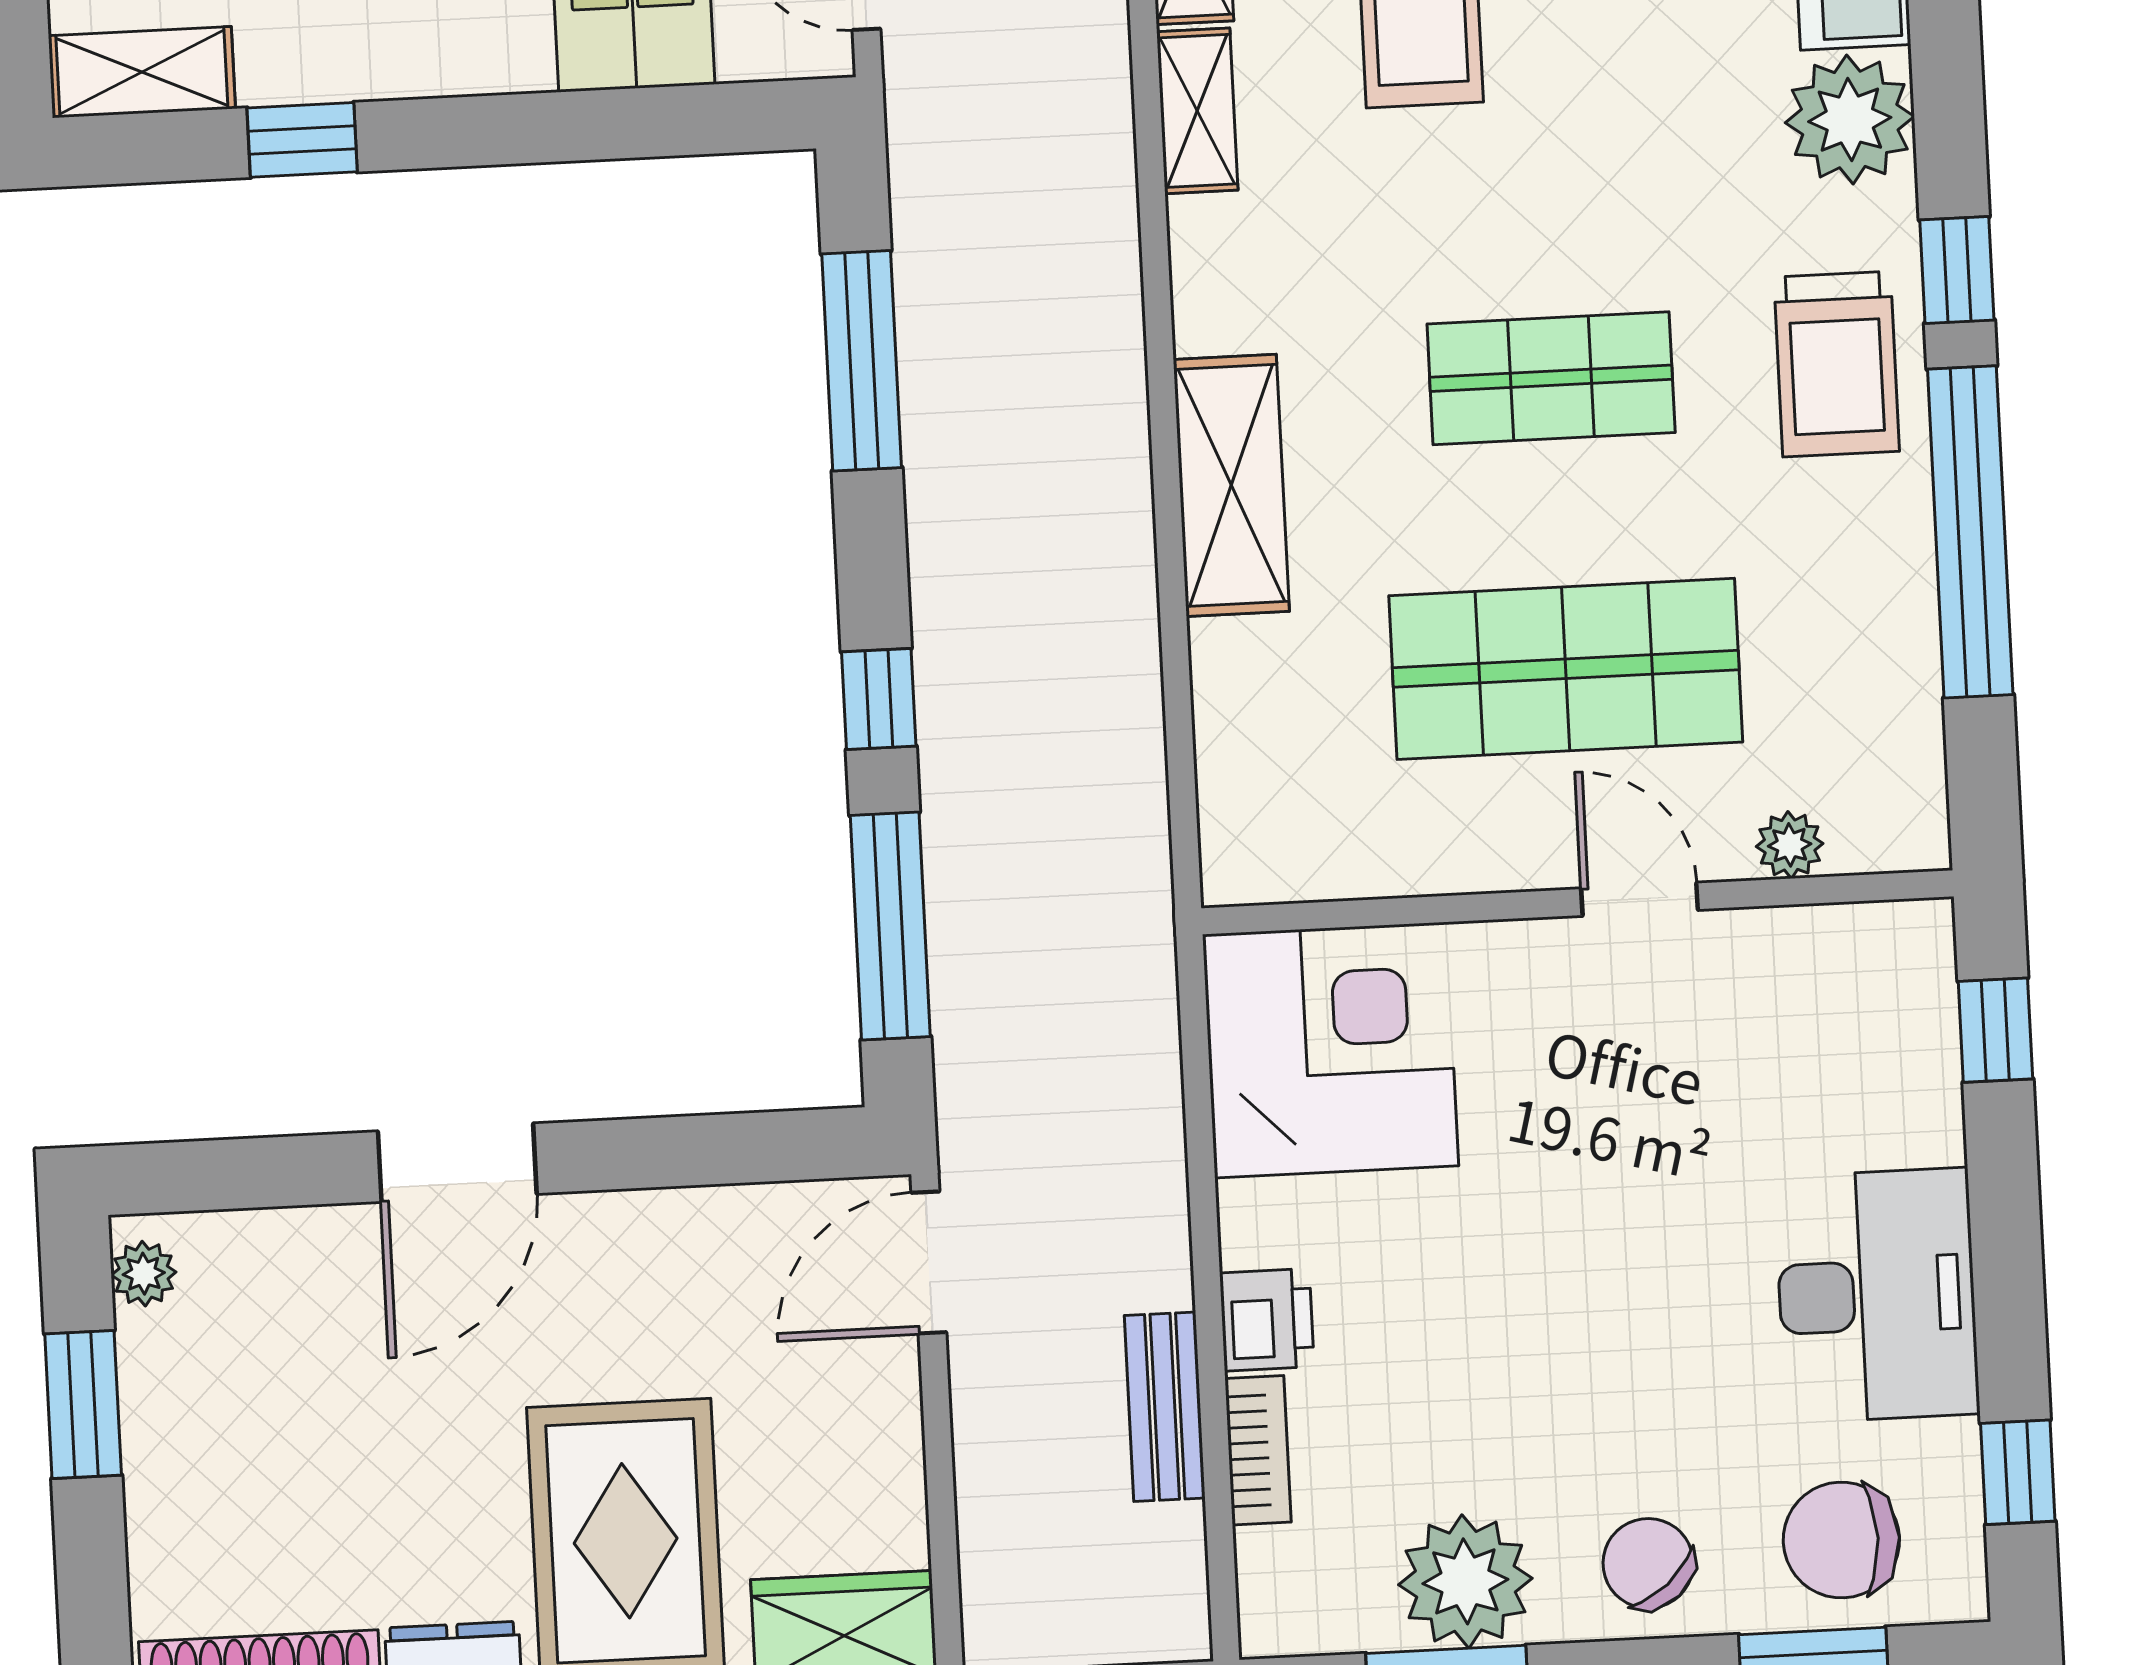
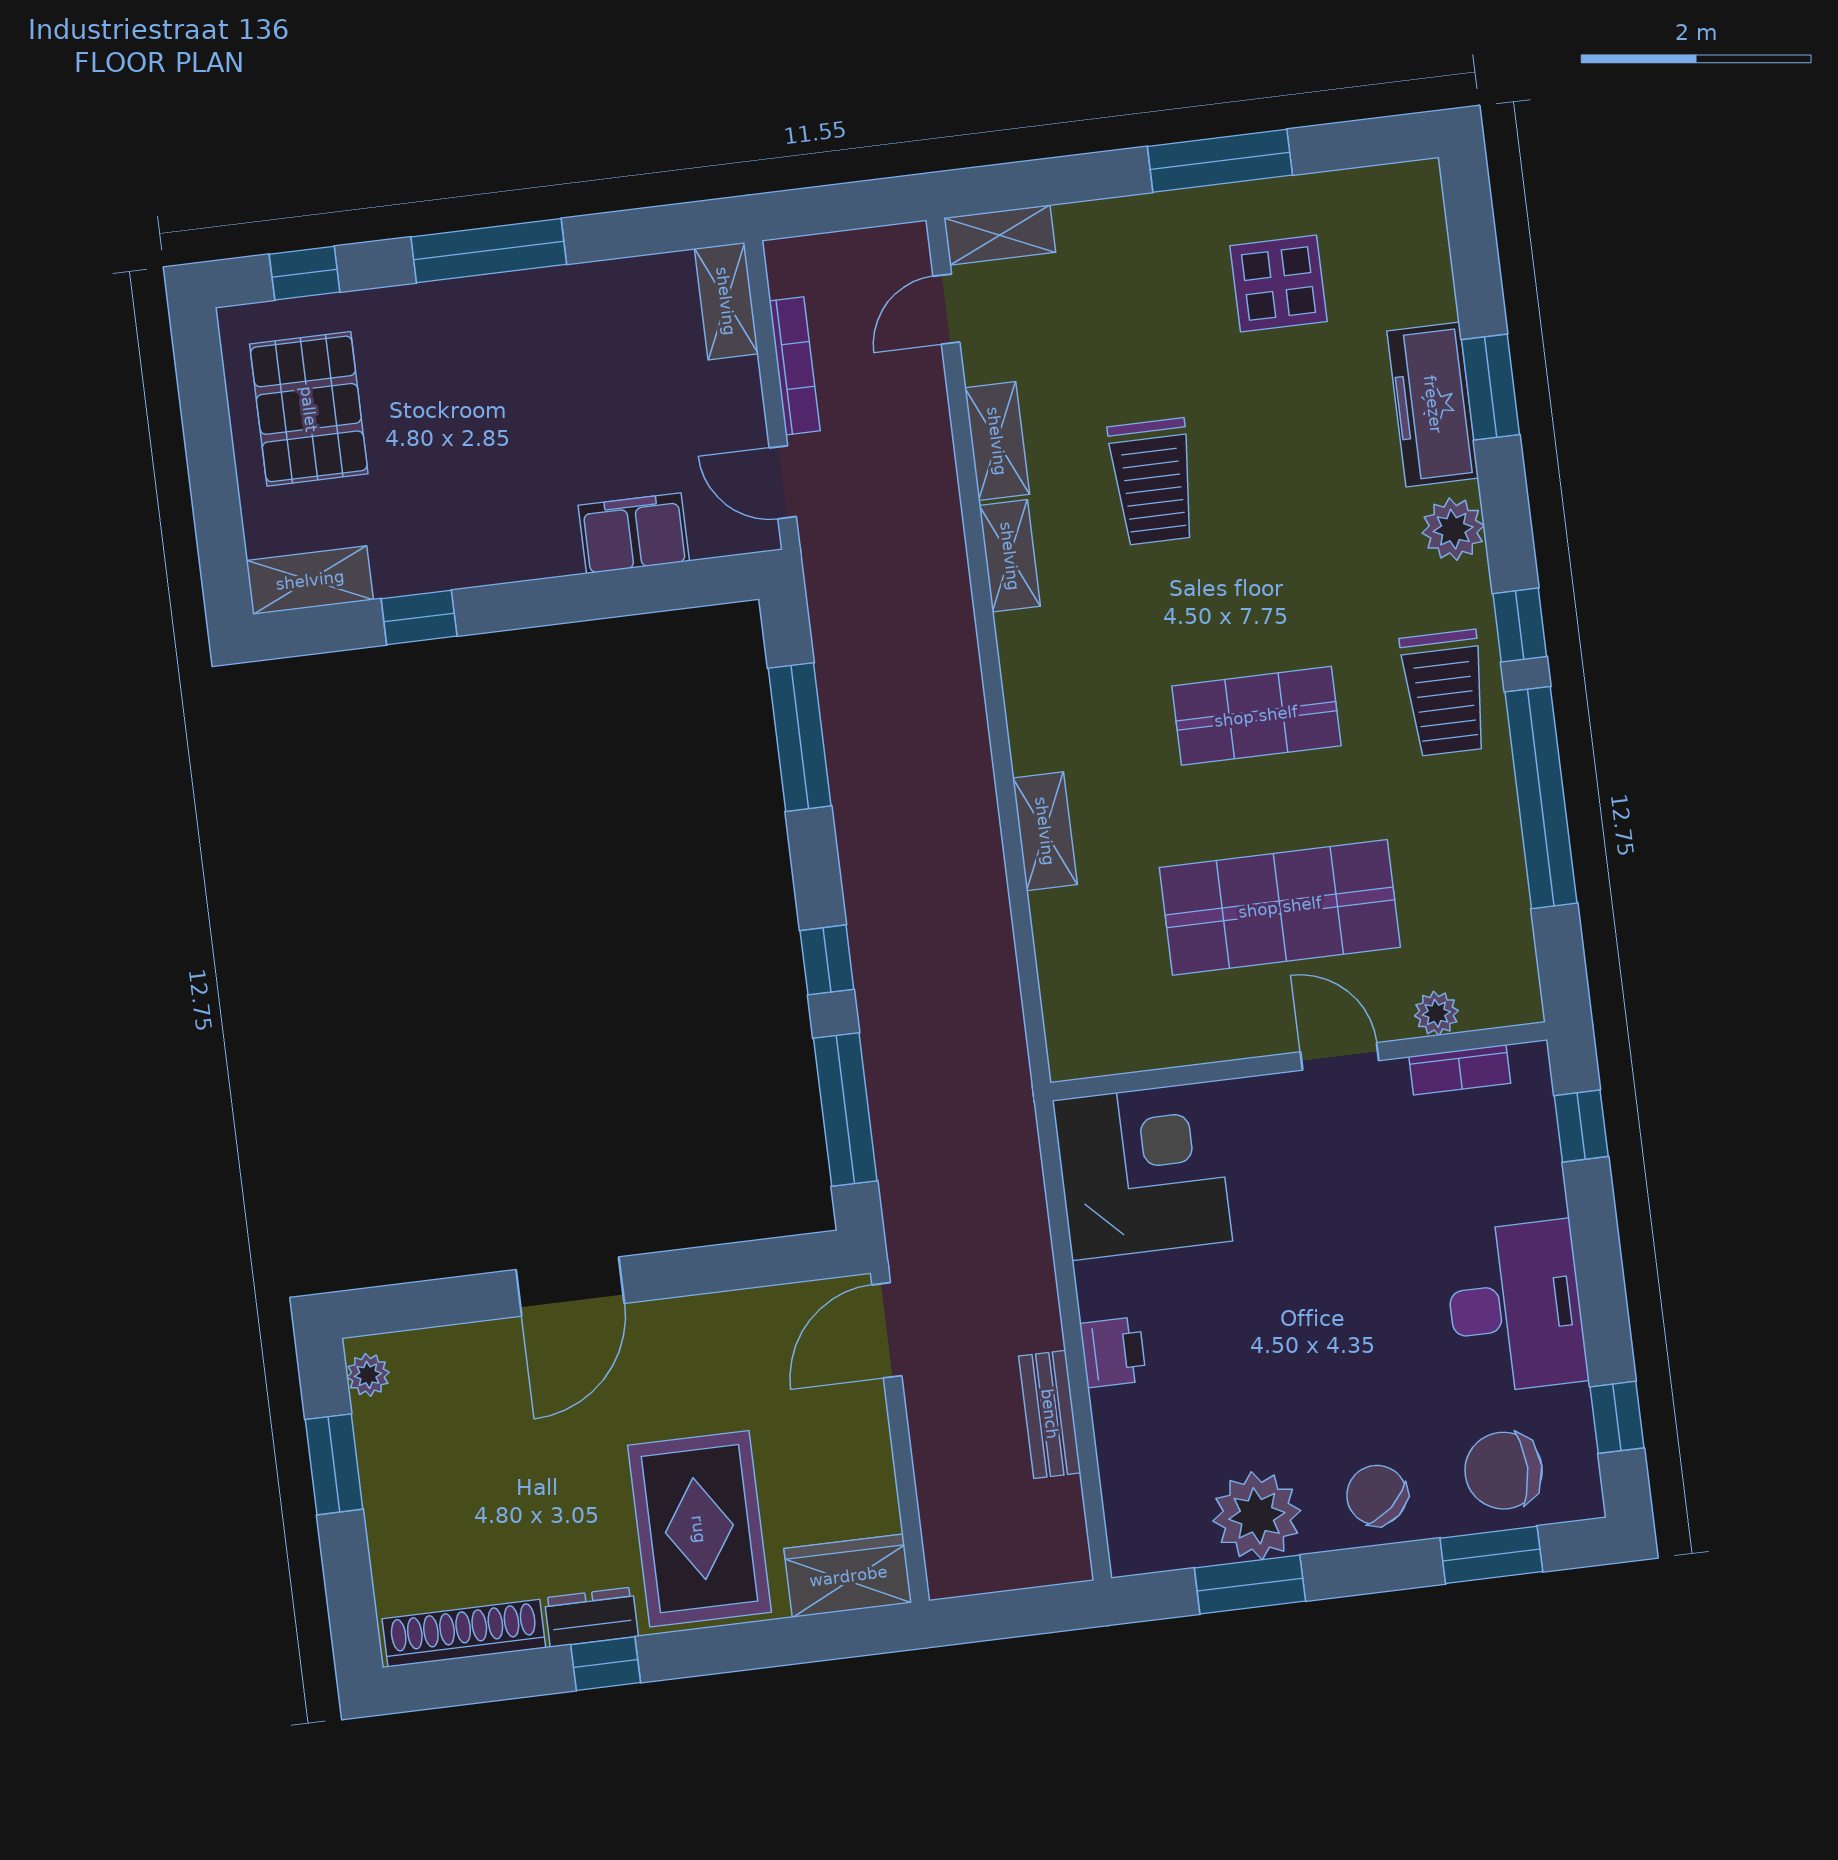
plant: (1850, 120) -> (1453, 529), width x0.73, depth x0.73
shelving: (1231, 485) -> (1045, 831), width x0.67, depth x0.75
bookcase: (1258, 1450) -> (1460, 1070), moved, turned 90

